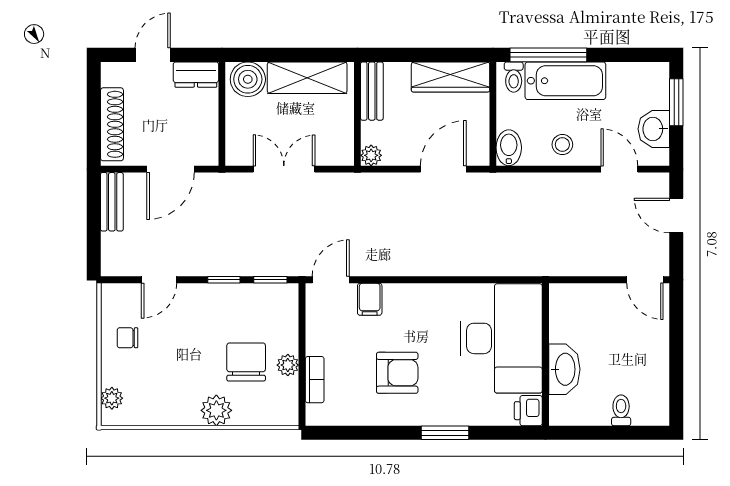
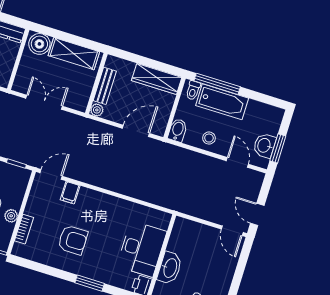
bench: (372, 91) -> (105, 86), moved
window: (676, 102) -> (278, 148), moved
door: (676, 216) -> (257, 214), moved
desk: (501, 338) -> (142, 249), width x0.73, depth x0.77

